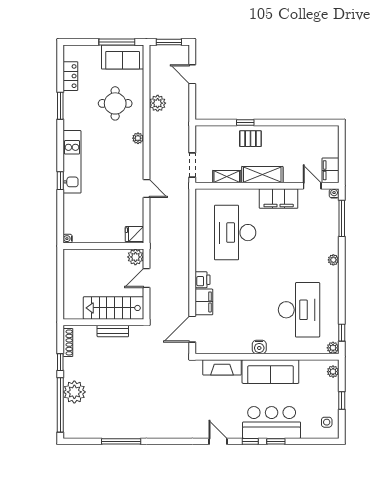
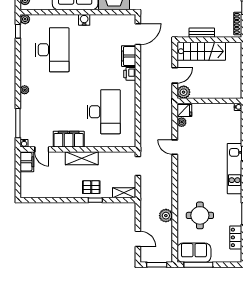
plant: (138, 138) -> (182, 122), moved
shelving: (227, 177) -> (124, 193), moved
desk: (299, 310) -> (52, 50), turned 180

